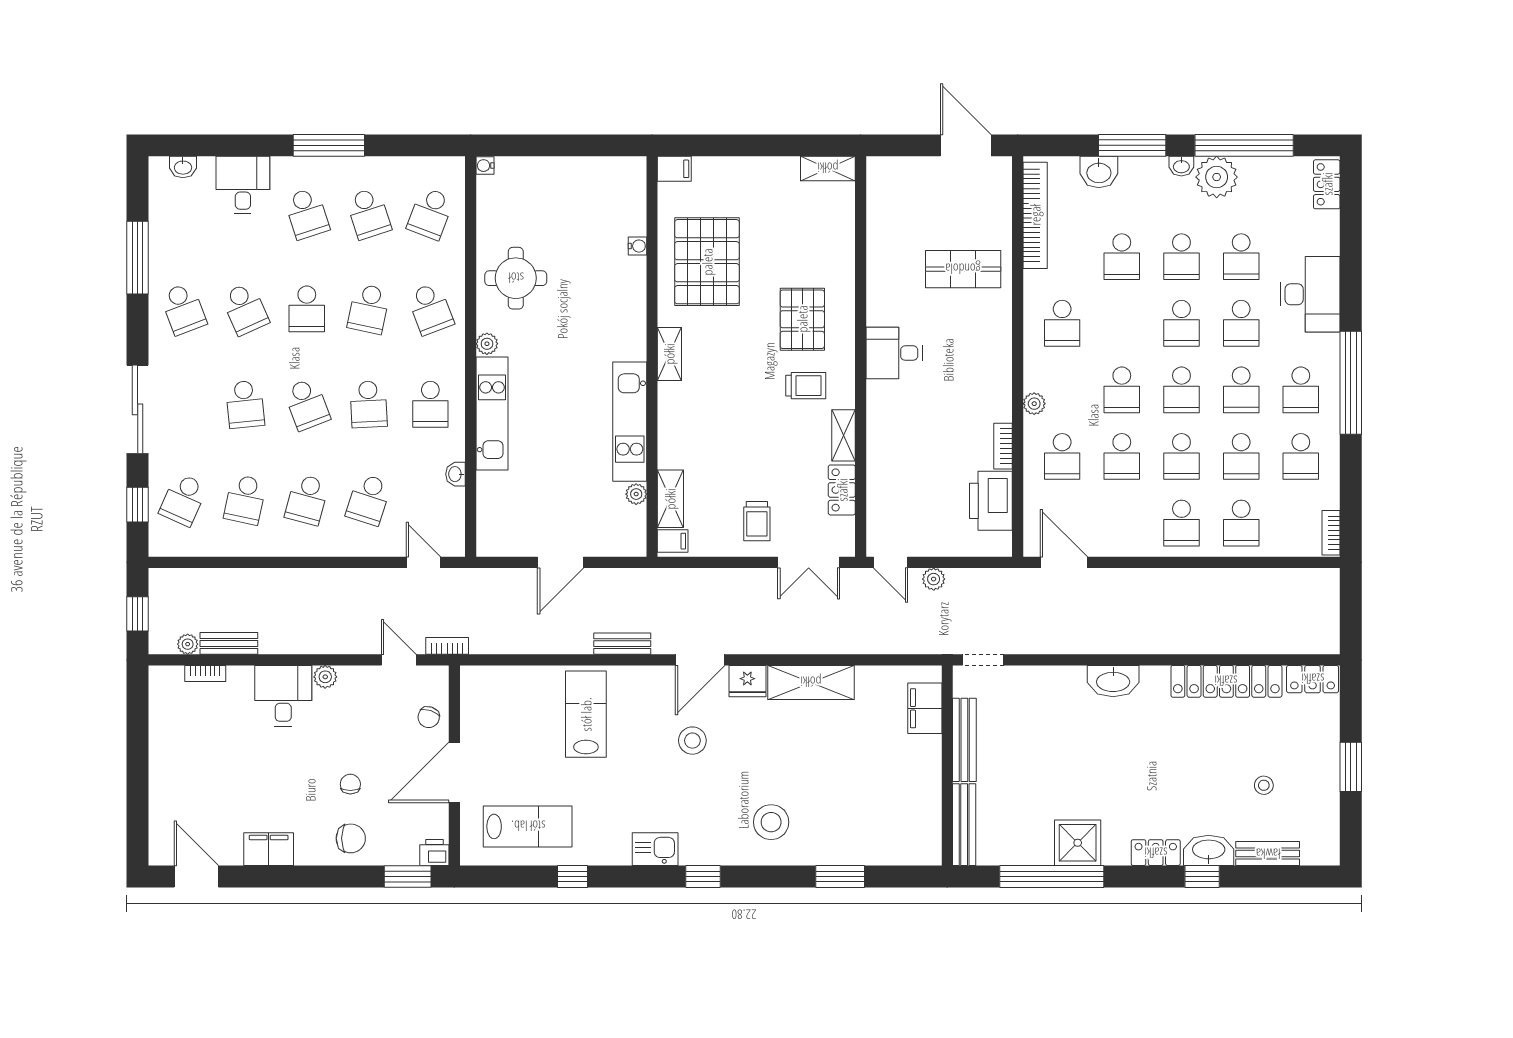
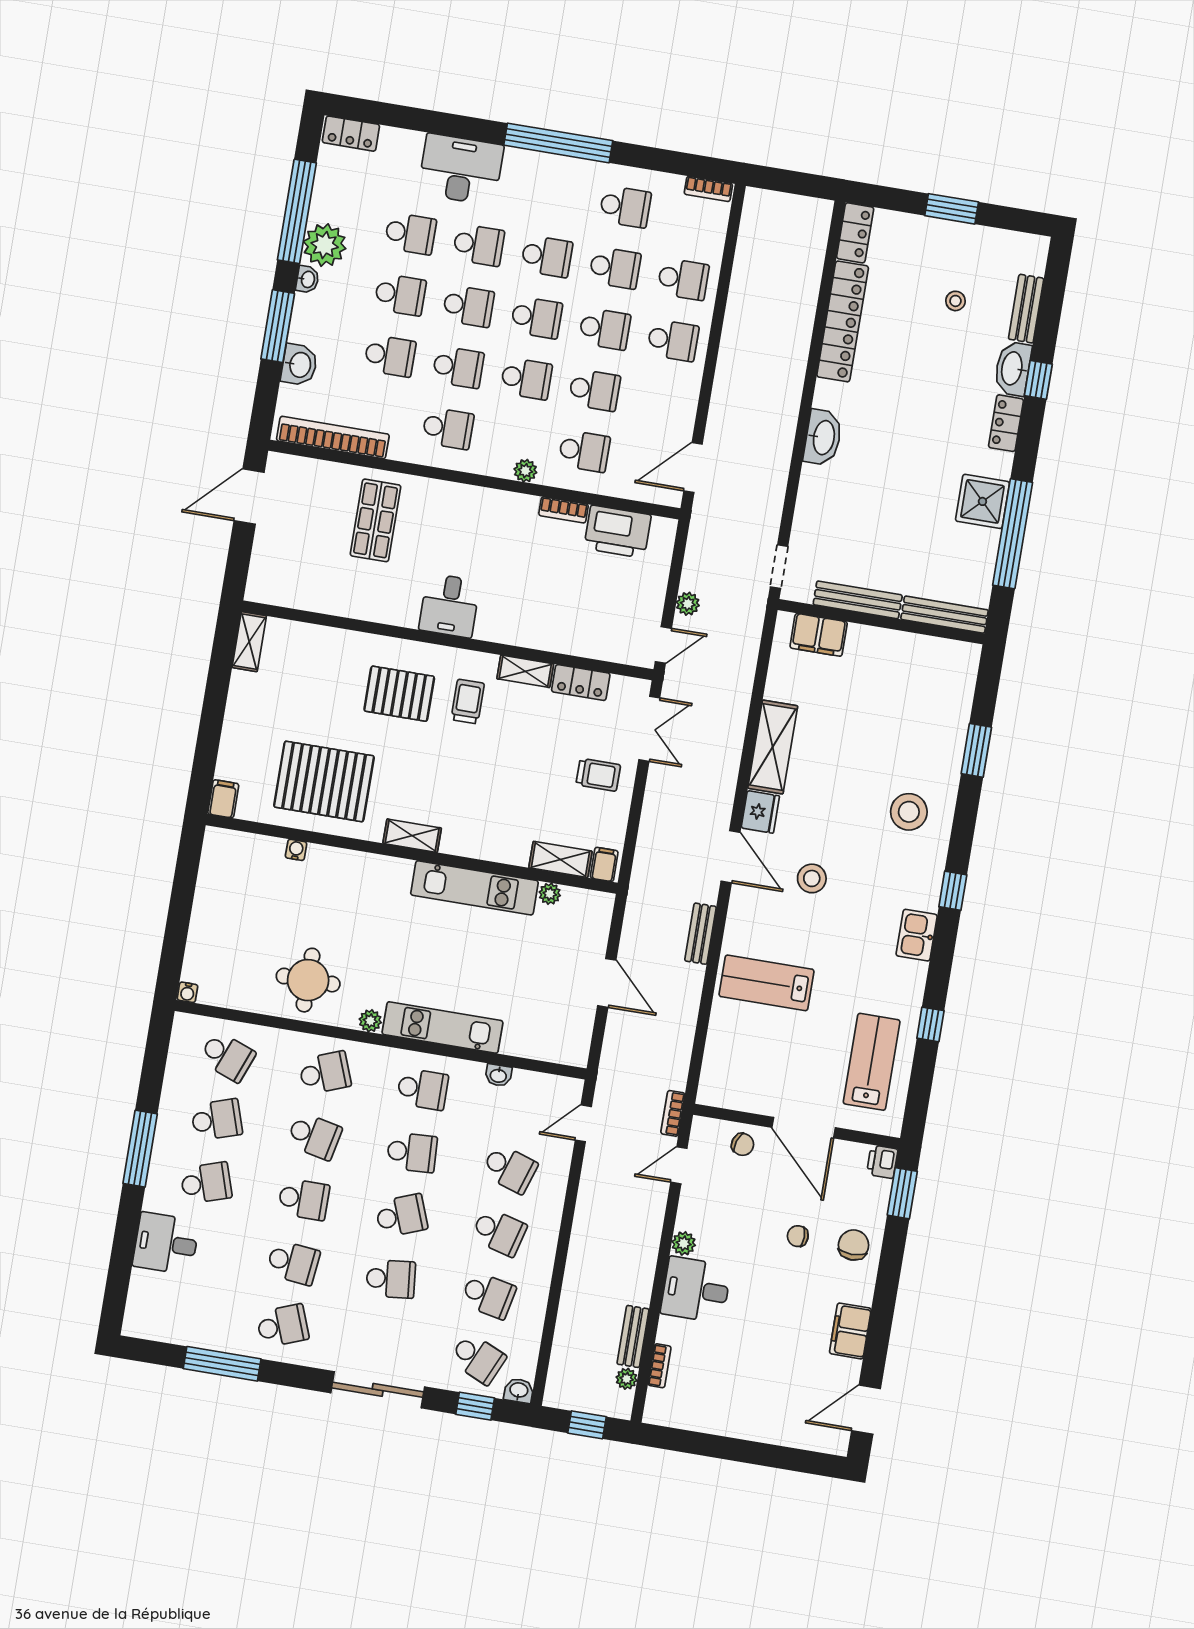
washbasin: (183, 167) -> (519, 1391), moved, turned -90
school desk: (245, 309) -> (293, 1263), turned 30
school desk: (1301, 390) -> (458, 367), moved

